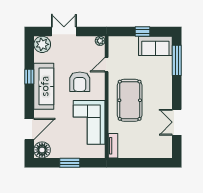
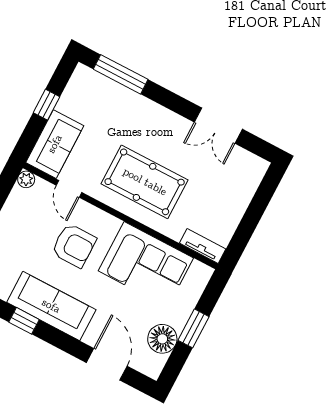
sofa: (155, 46) -> (55, 144), moved
floor lamp: (42, 150) -> (162, 339), moved

